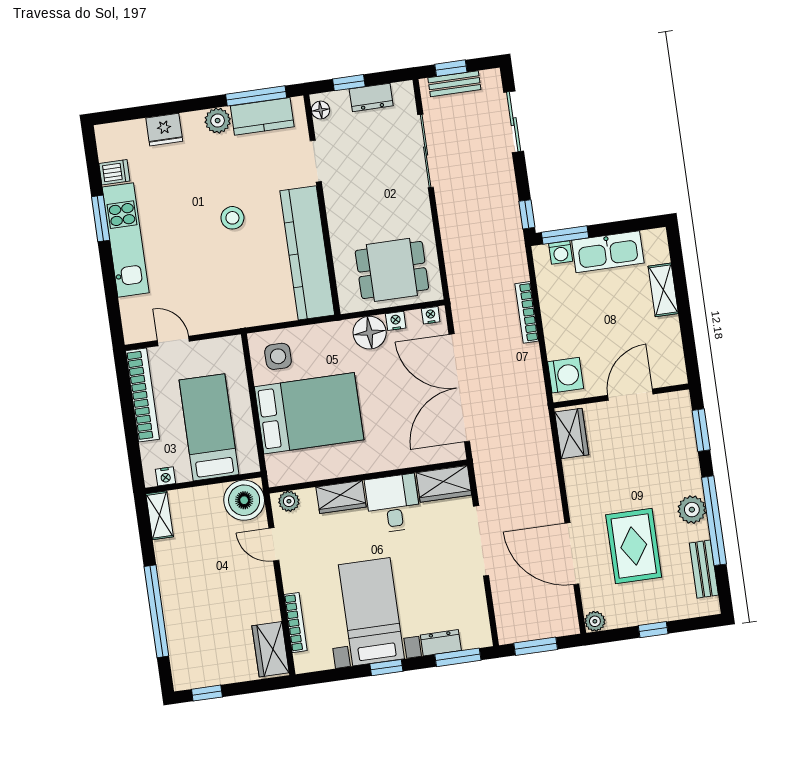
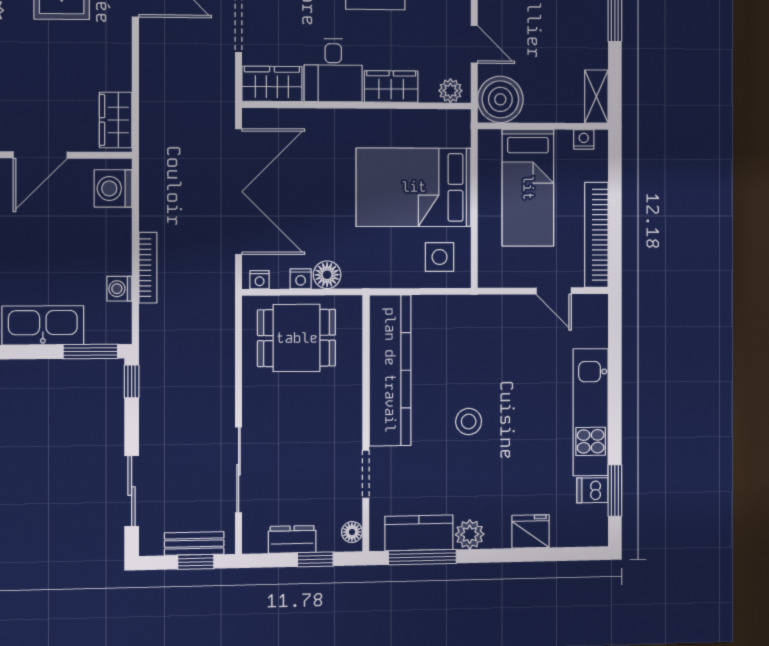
window: (101, 218) -> (615, 491), moved
washing machine: (561, 252) -> (119, 289), moved, turned -90
floor lamp: (370, 333) -> (327, 275), width x0.73, depth x0.73

